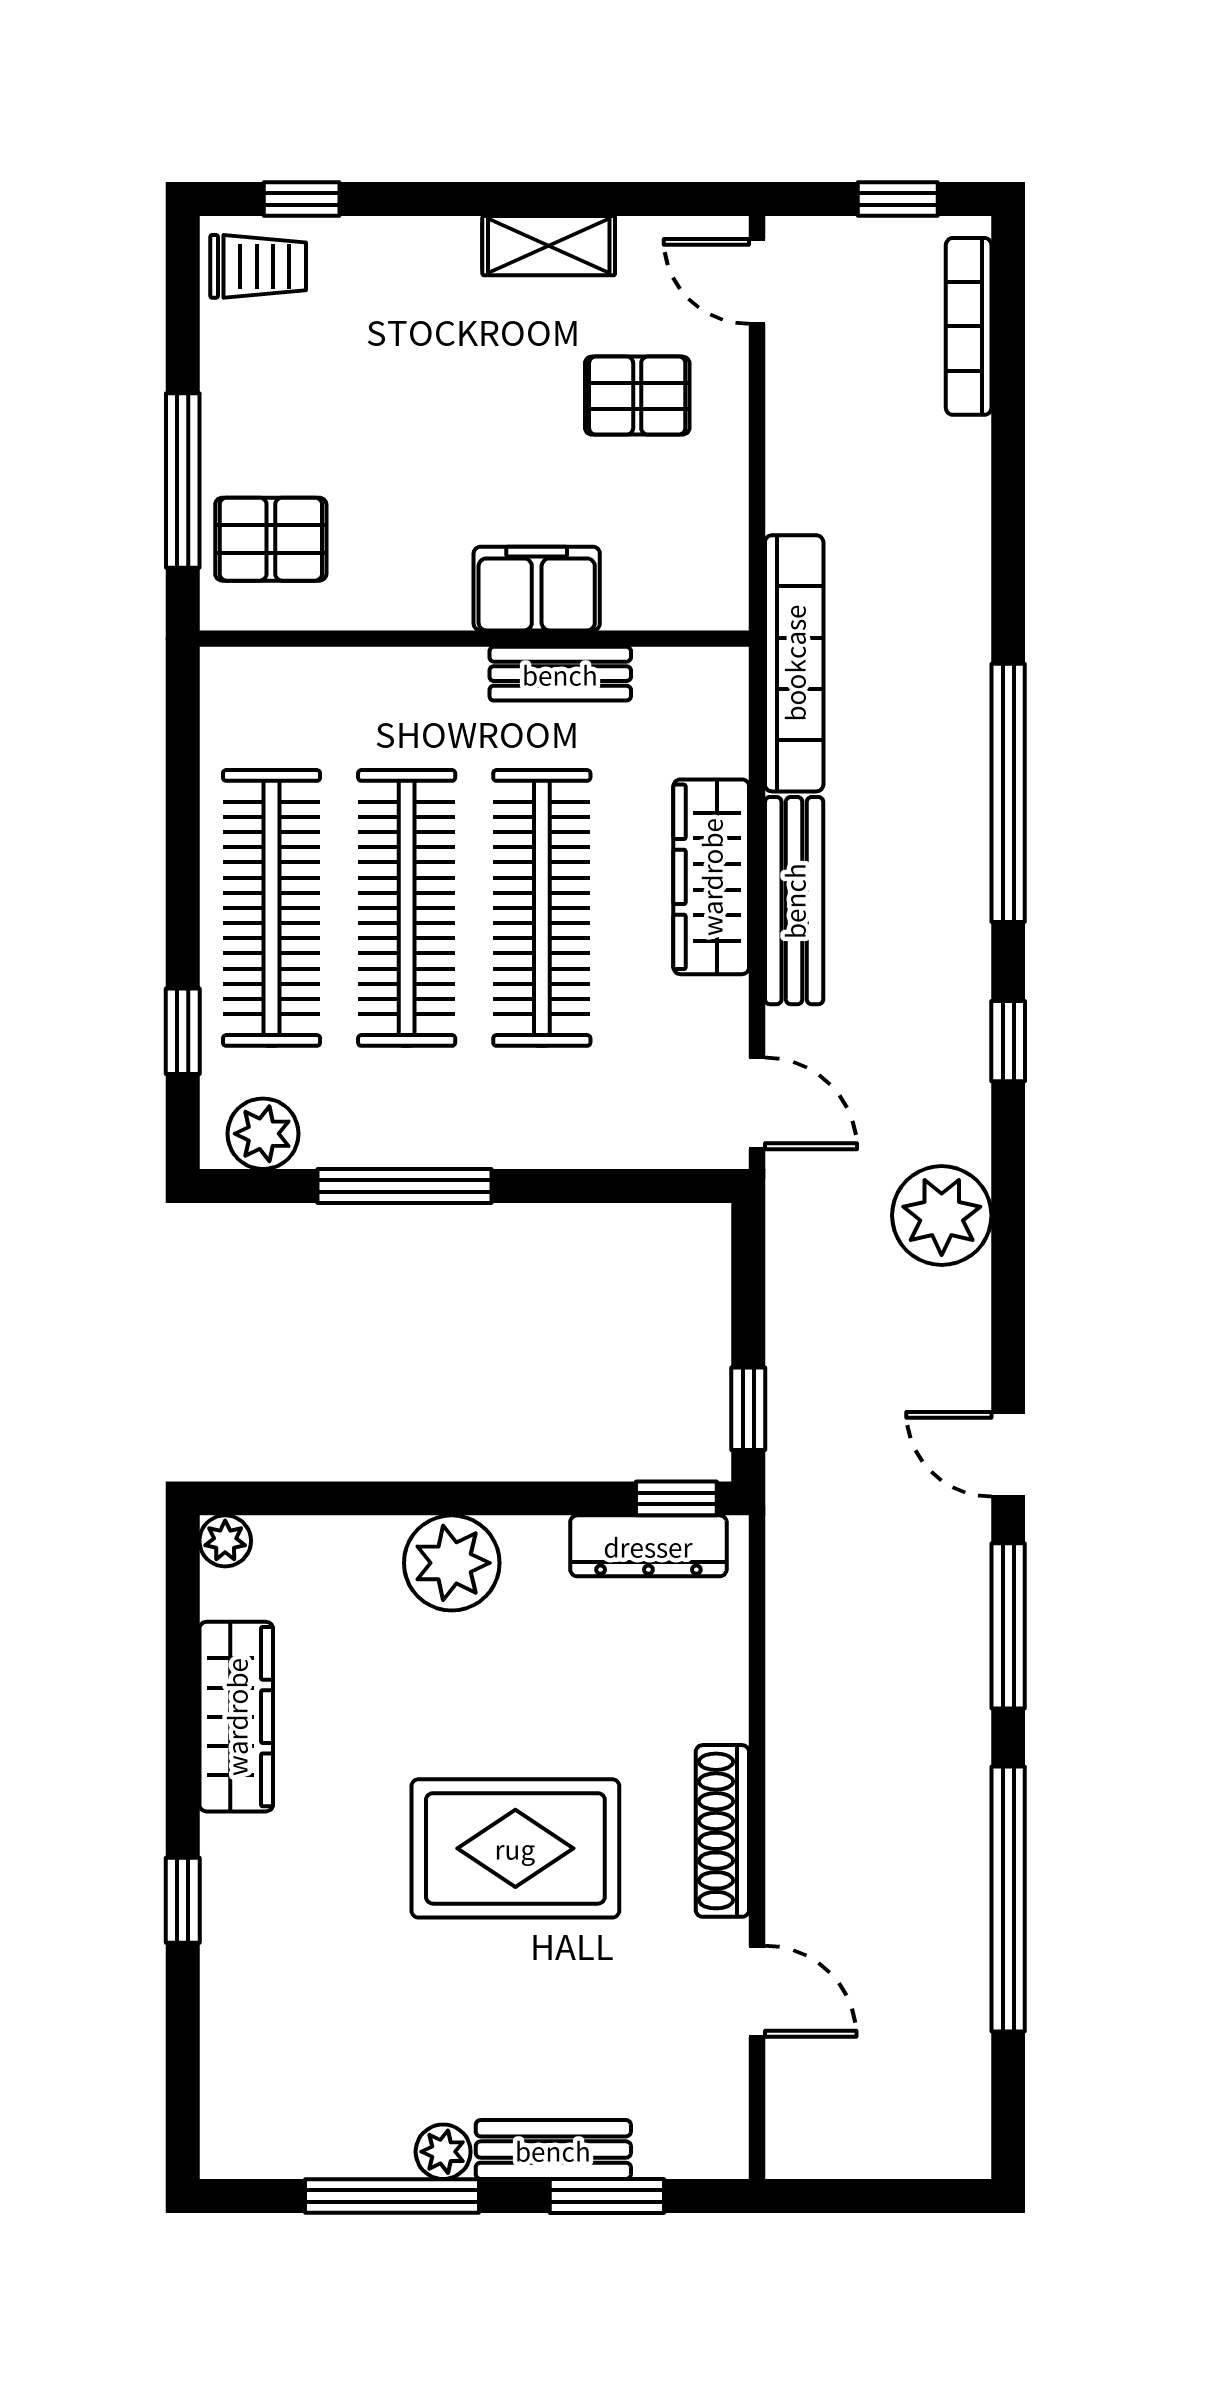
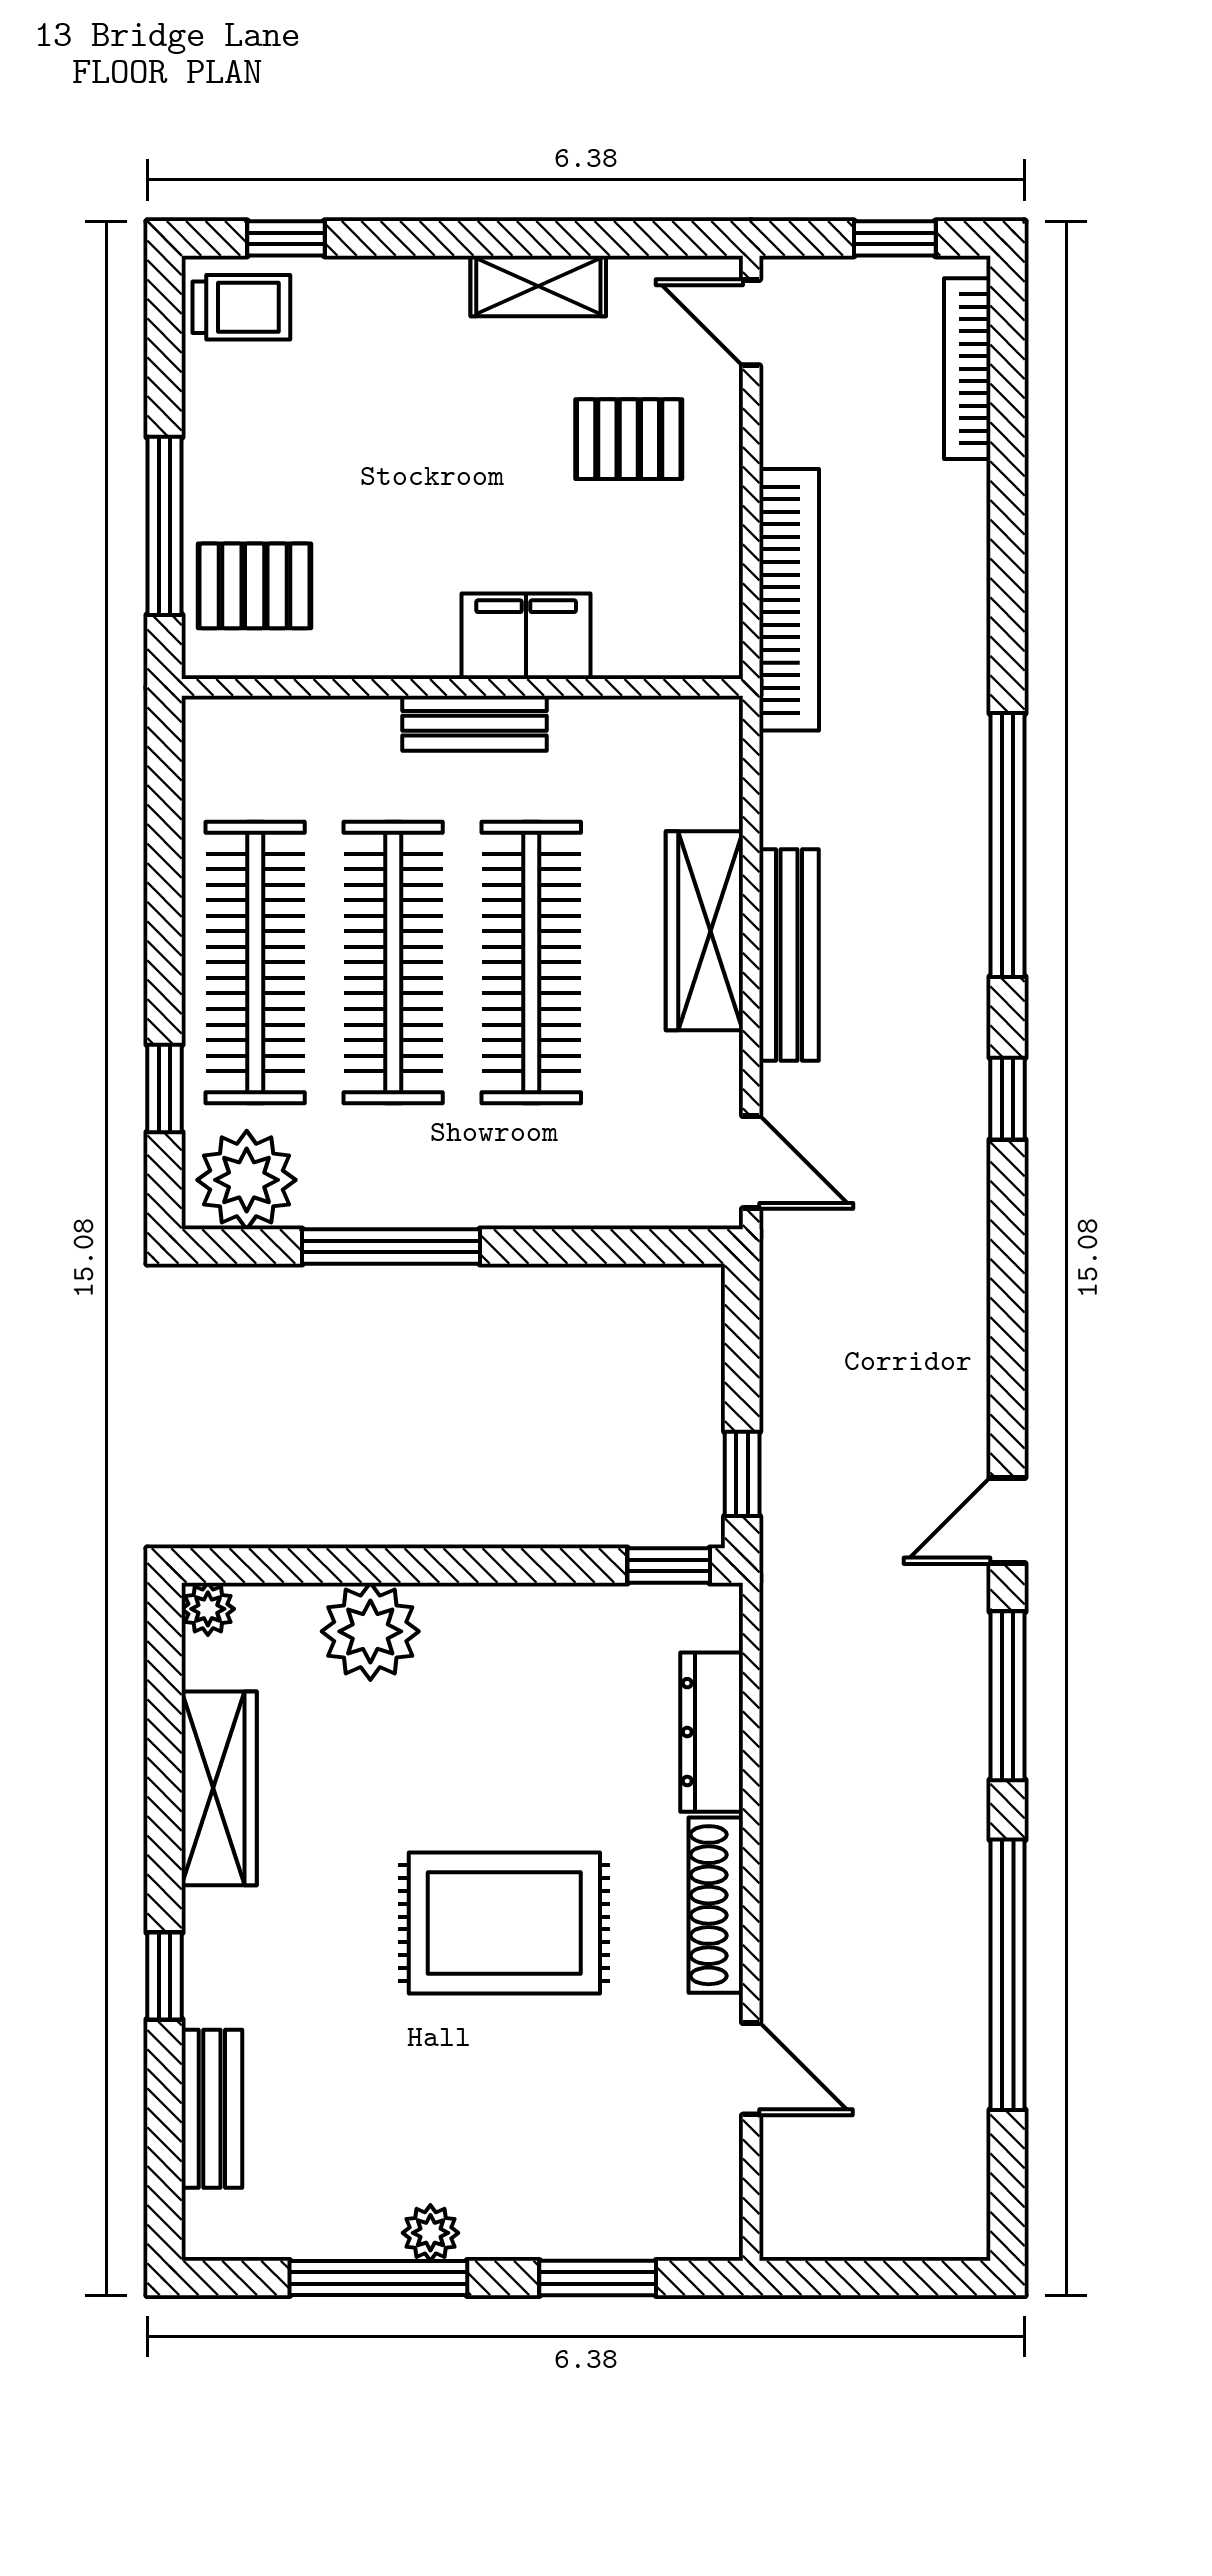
bookcase: (794, 663) -> (789, 600), moved
bench: (560, 674) -> (474, 723), moved
plant: (263, 1134) -> (247, 1180), width x1.36, depth x1.36
plant: (942, 1215) -> (940, 1277), removed
door: (1008, 1454) -> (1008, 1520), hinge flipped
dresser: (648, 1546) -> (712, 1732), moved, turned 90
plant: (452, 1563) -> (370, 1631), moved
bench: (553, 2150) -> (212, 2109), moved, turned 90

